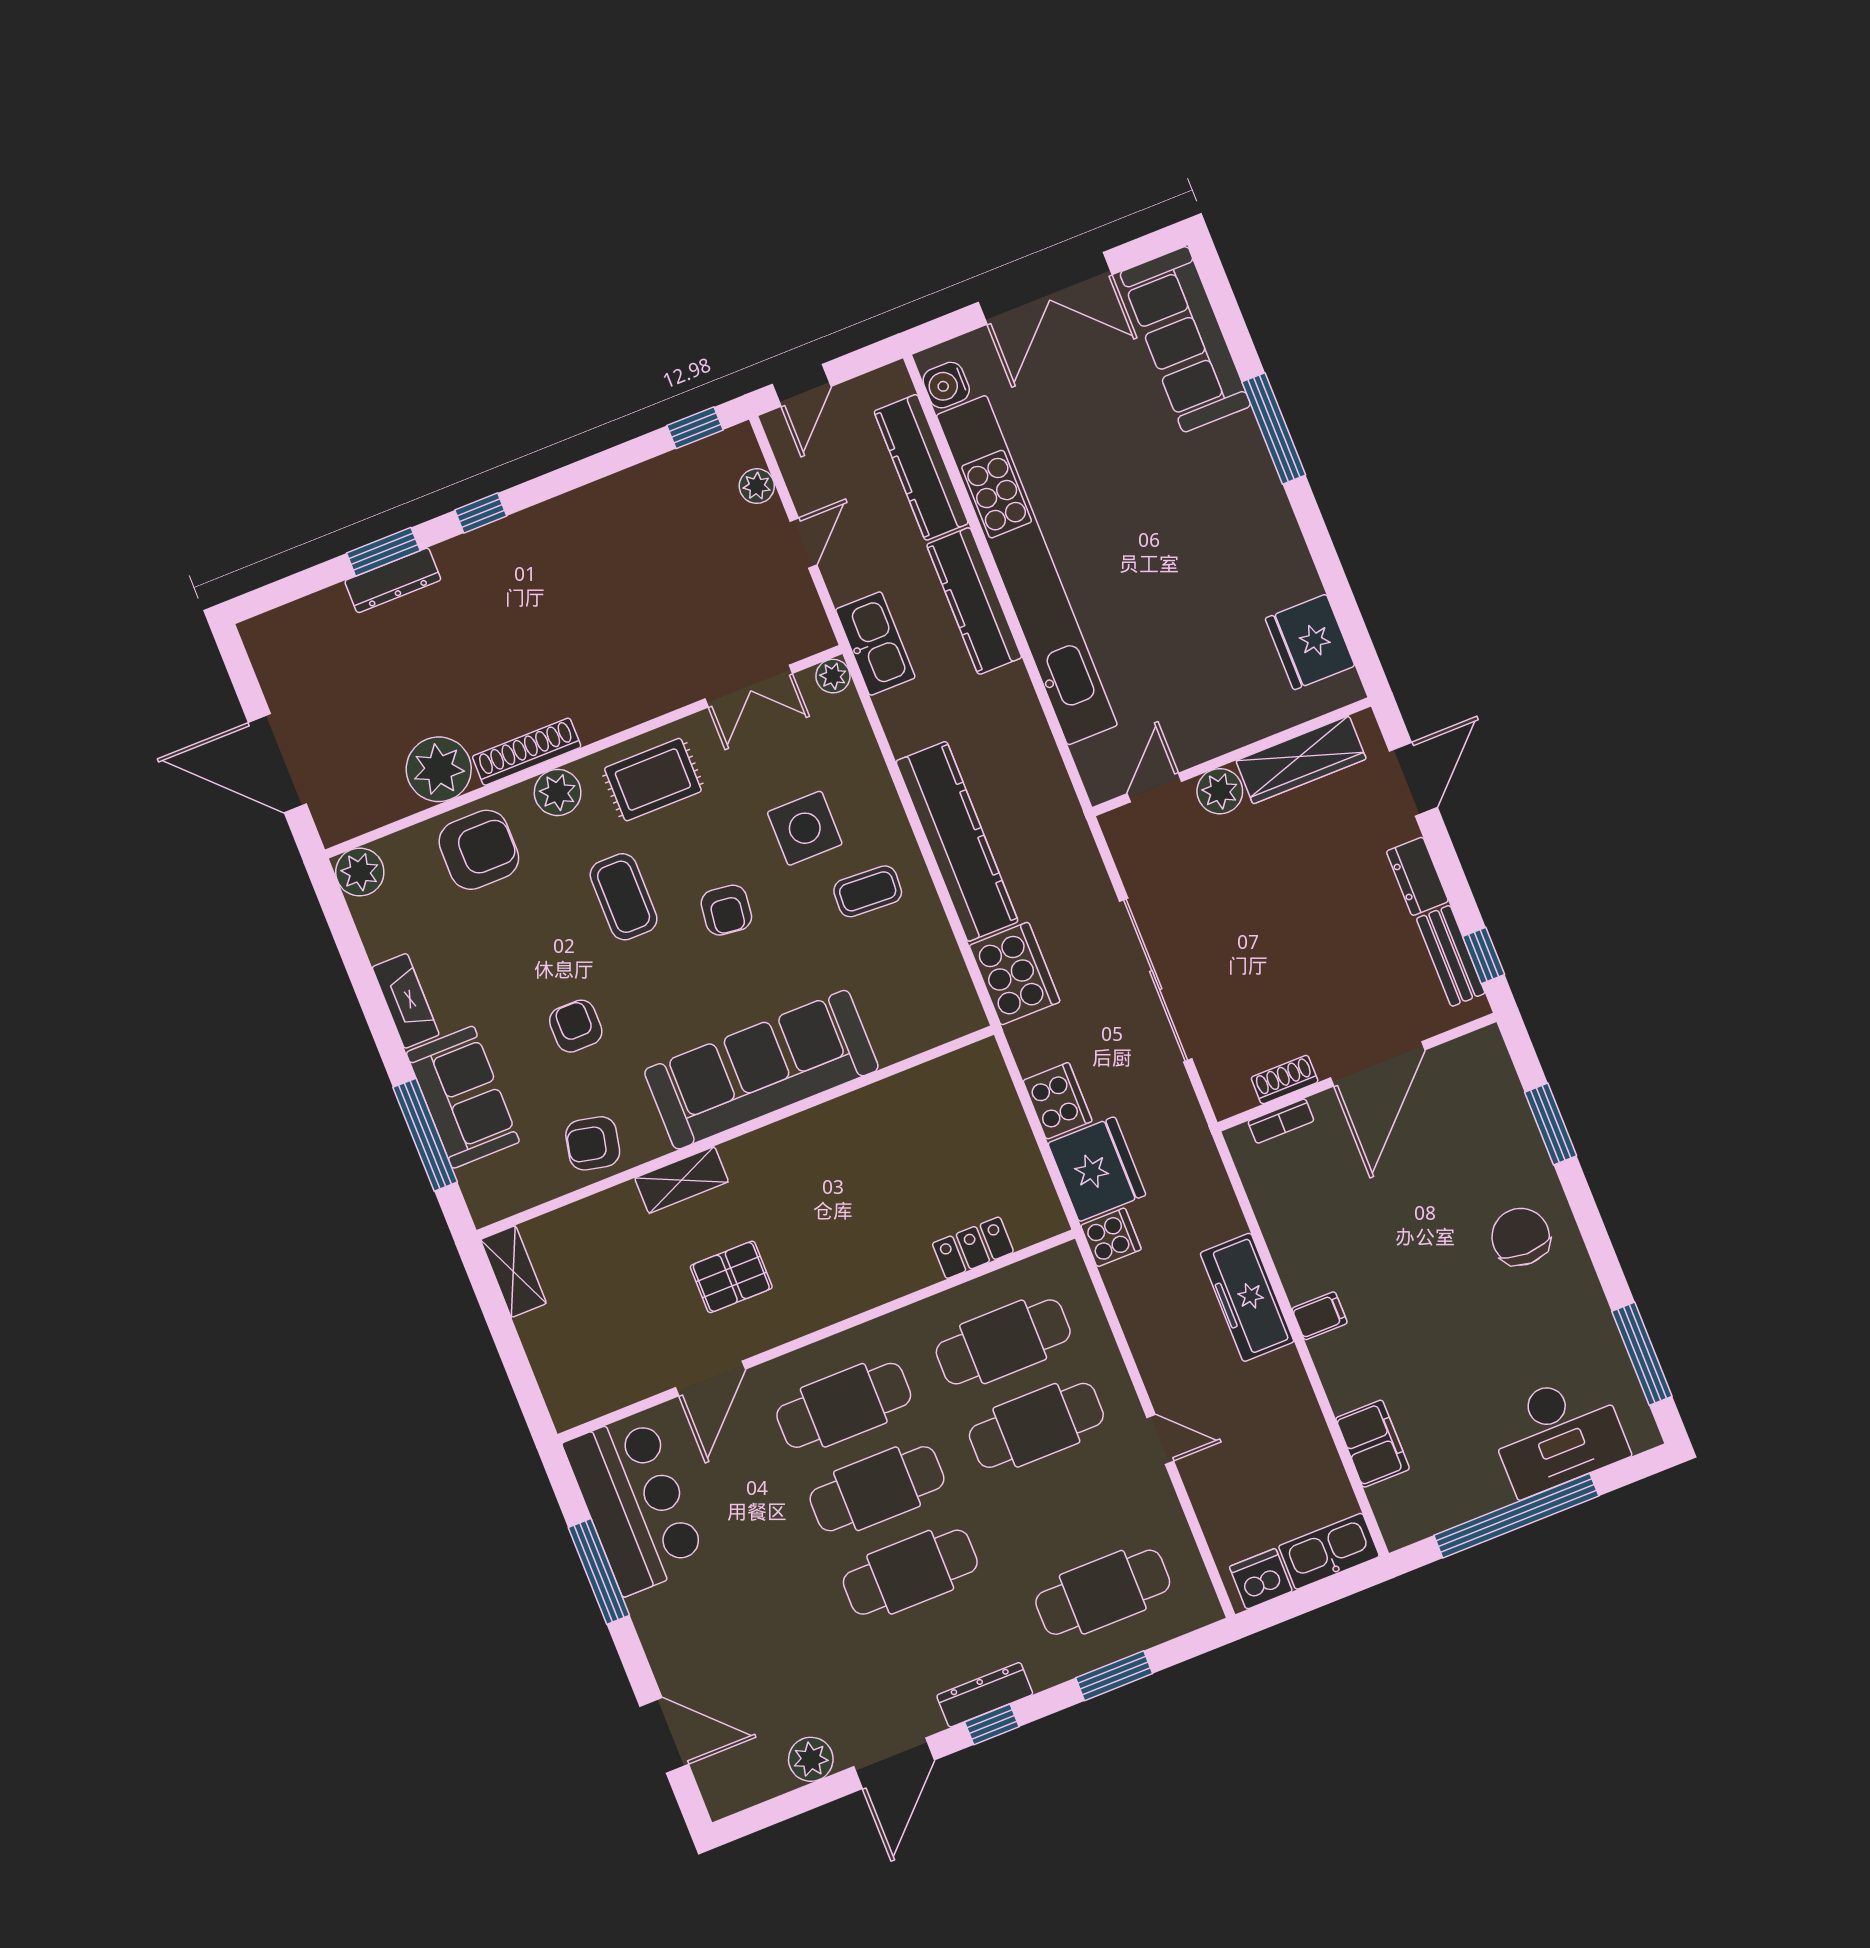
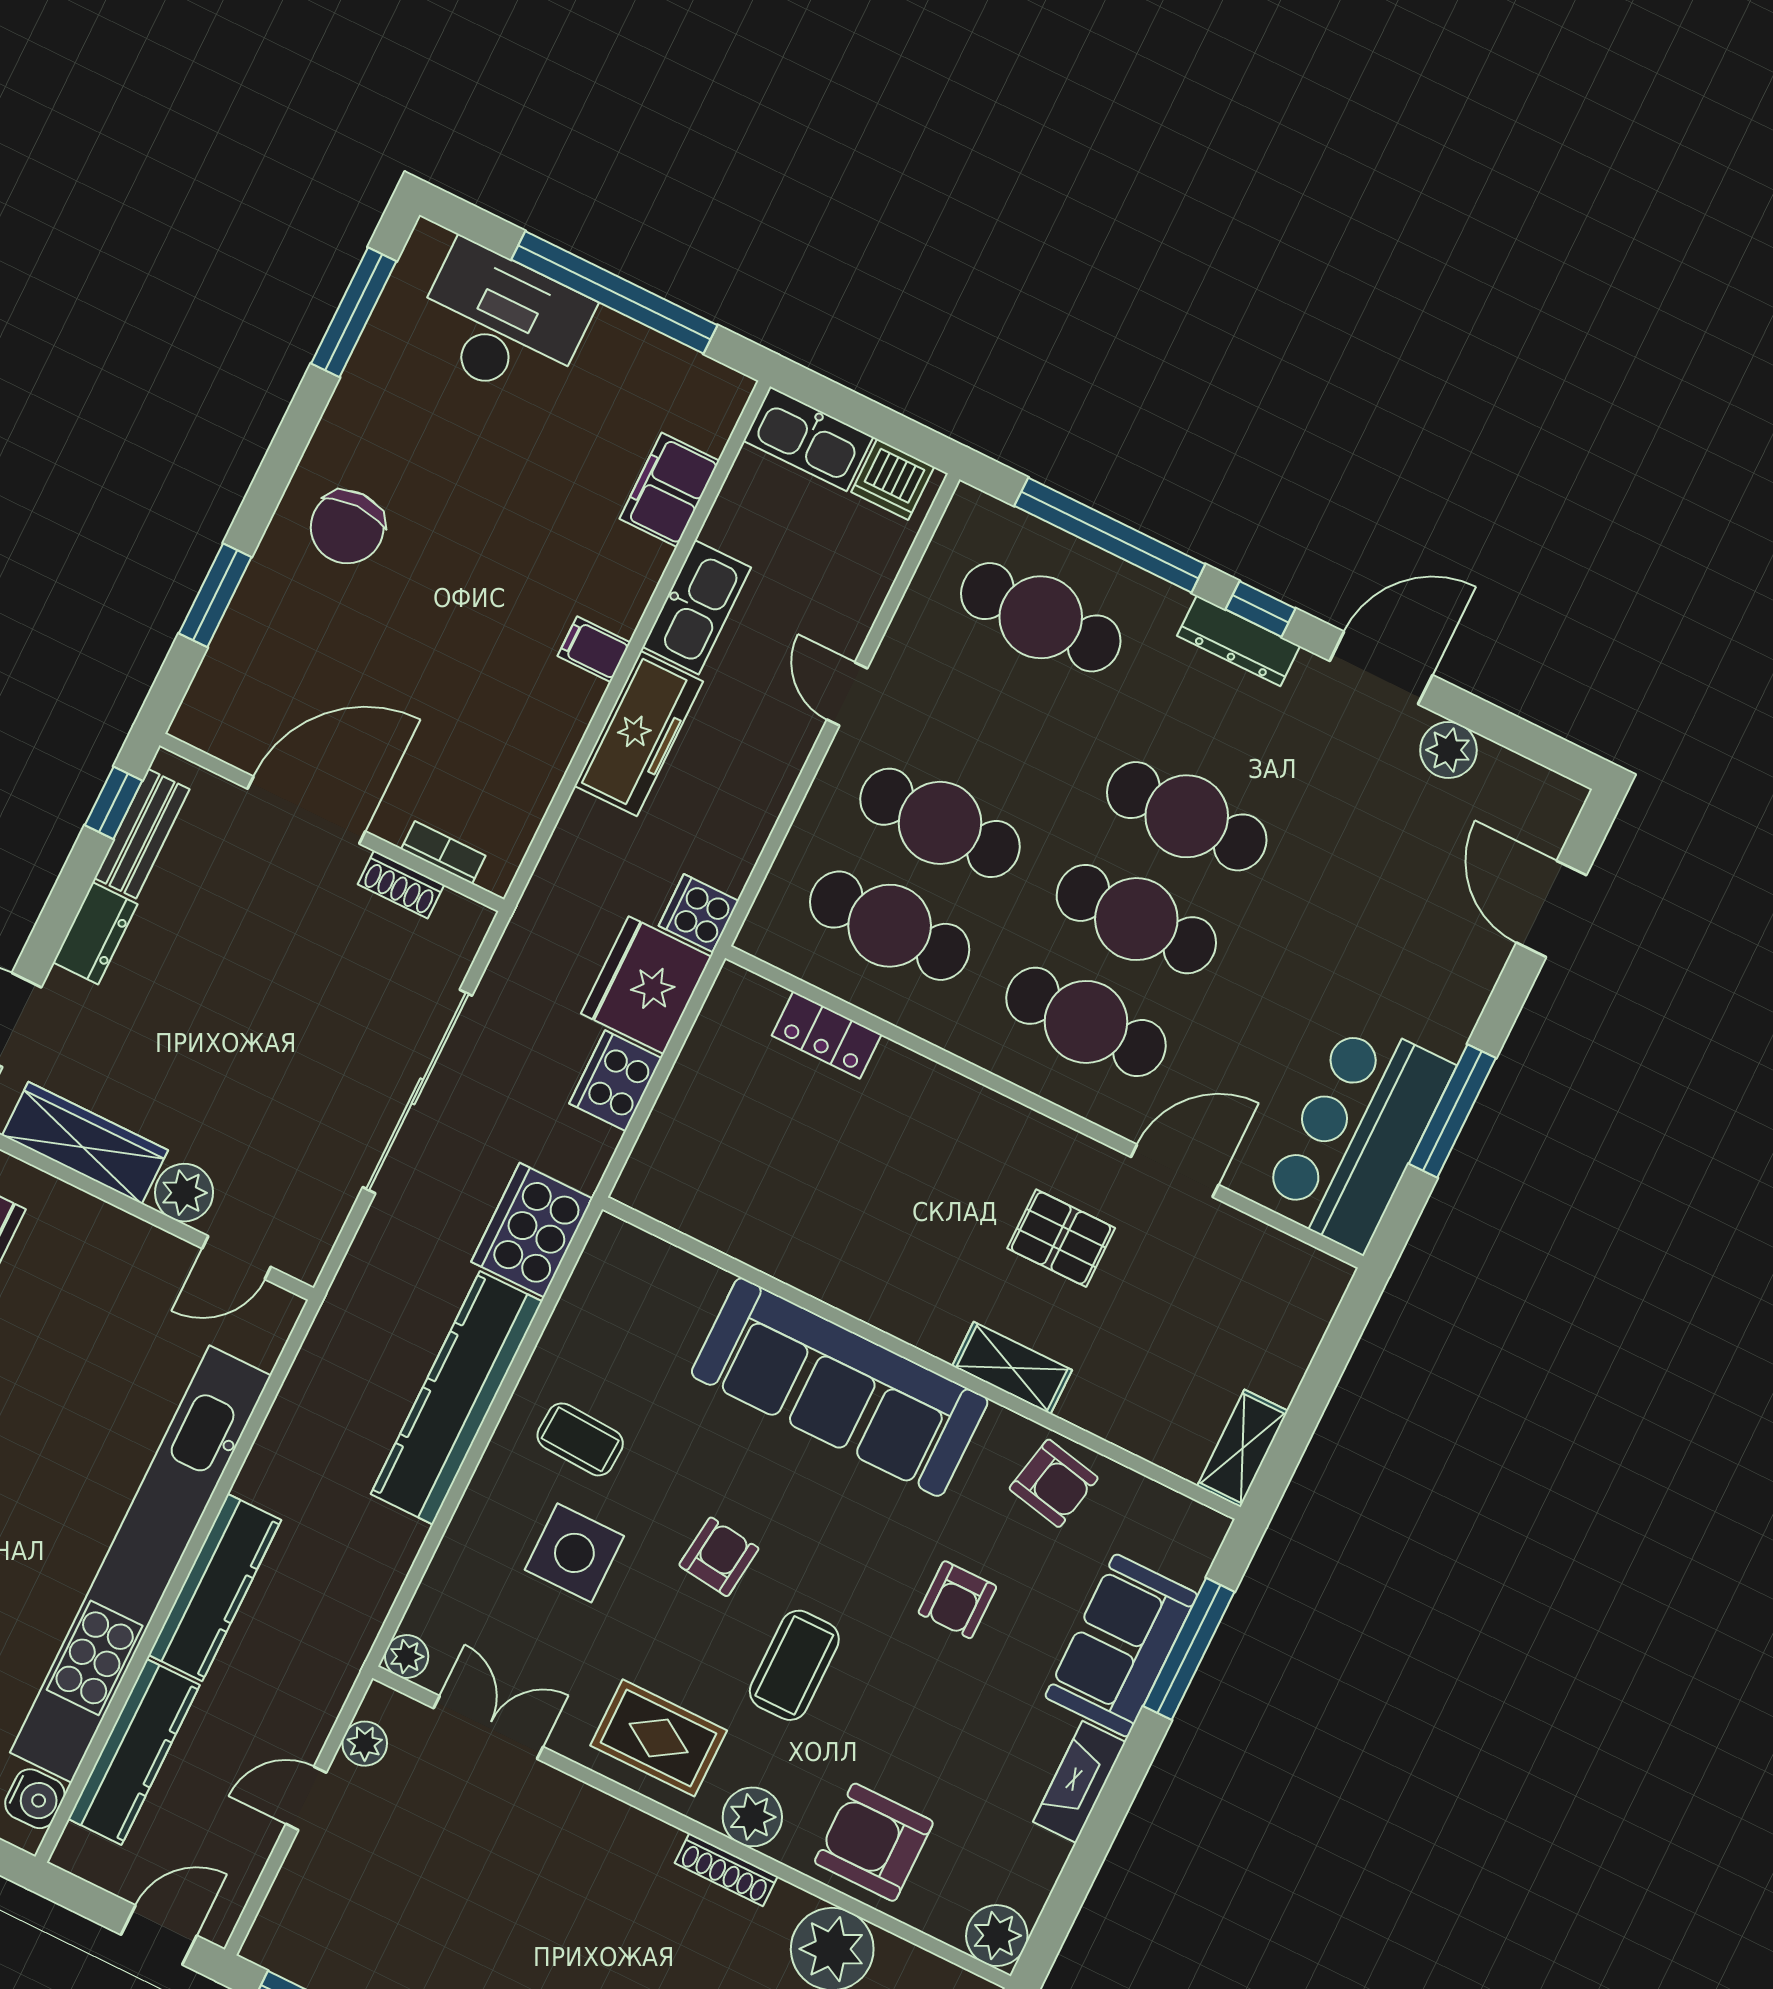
plant: (757, 486) -> (365, 1744), moved
kitchen sink: (875, 643) -> (697, 607), moved, turned 180
shoe rack: (527, 752) -> (726, 1870), width x0.74, depth x0.81
window: (1114, 1676) -> (1110, 535), width x2.11

